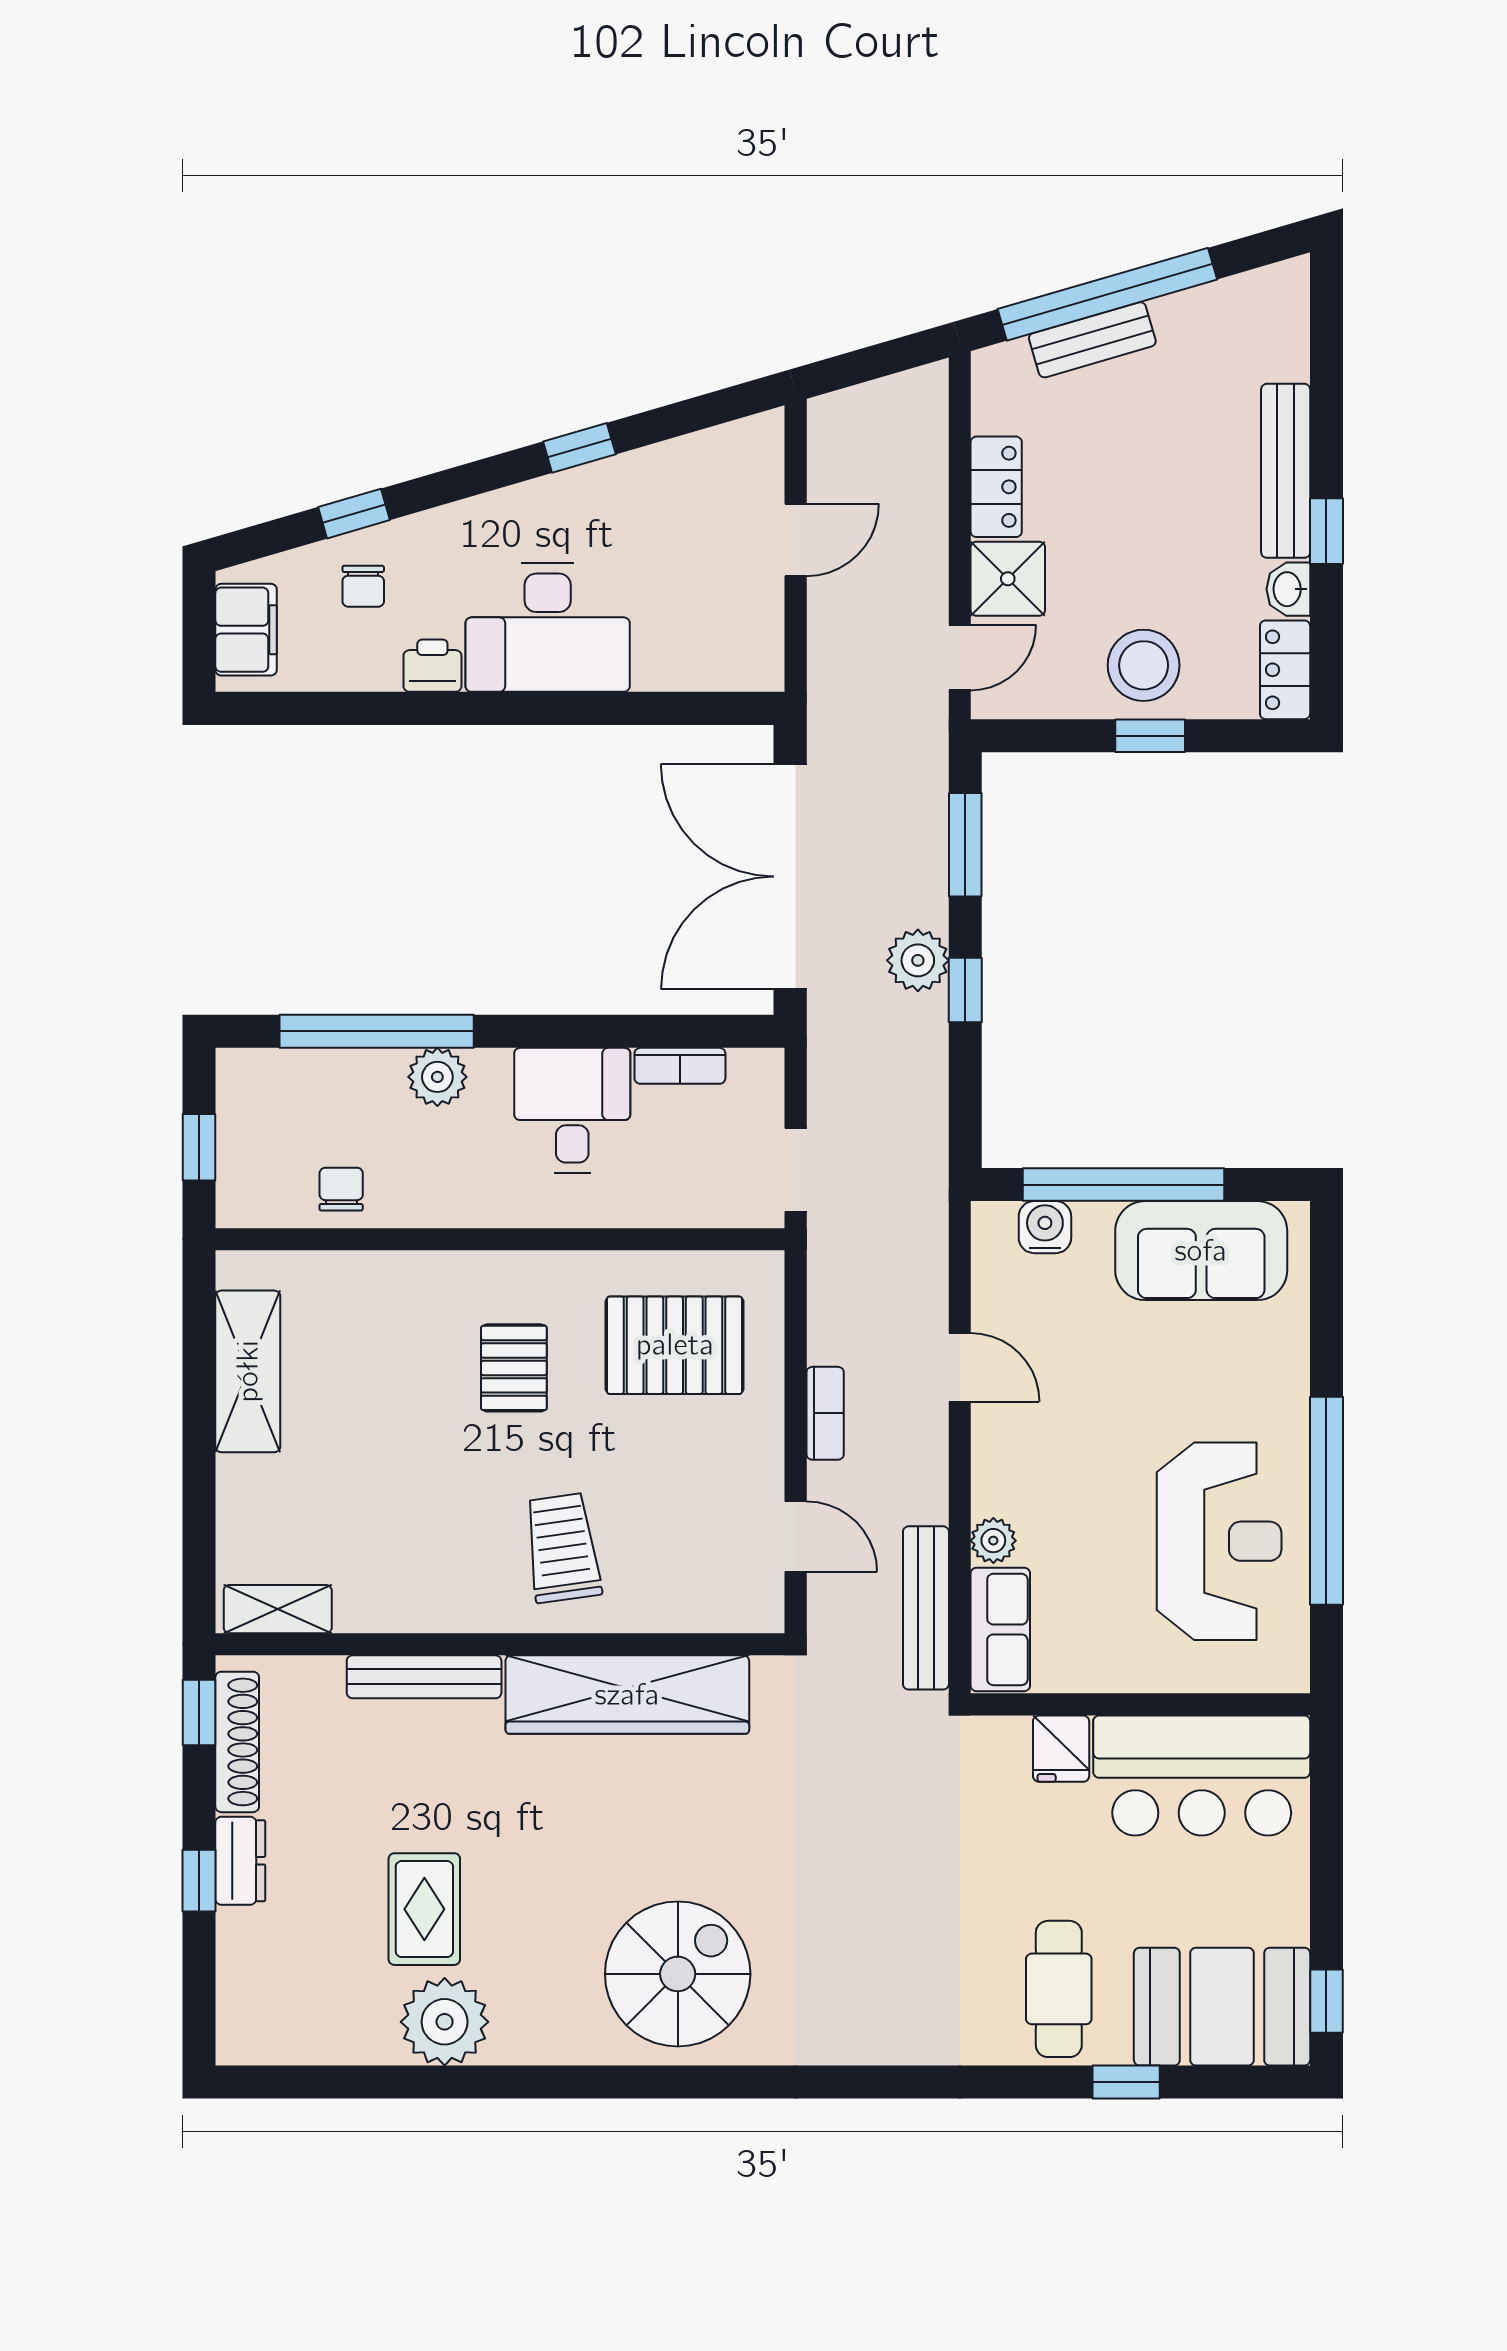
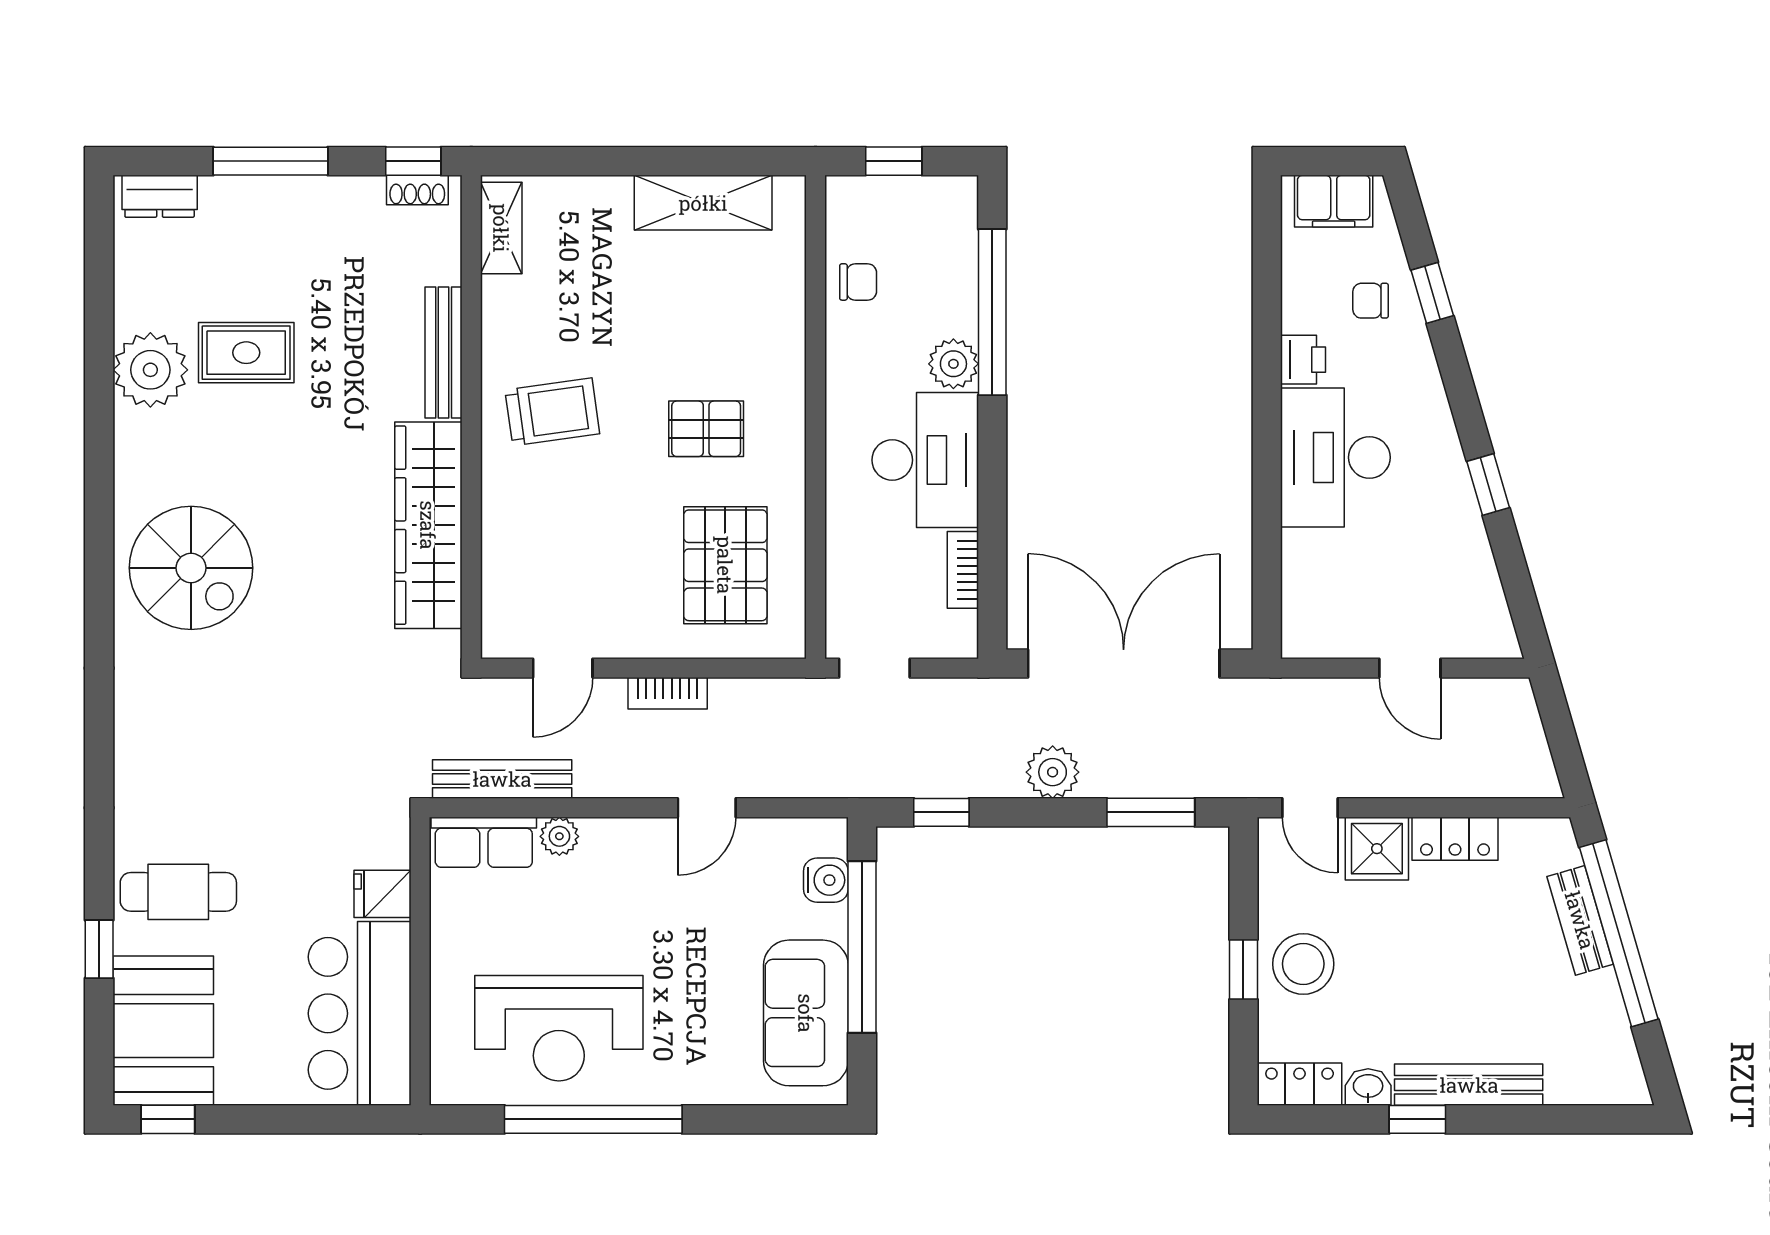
window: (965, 990) -> (941, 812), moved
desk: (572, 1110) -> (925, 460), width x1.37
trolley: (562, 1548) -> (552, 412), moved
shoe rack: (237, 1742) -> (417, 190), width x0.51, depth x0.81
dresser: (240, 1861) -> (160, 196), moved
window: (199, 1881) -> (270, 161), width x2.17

